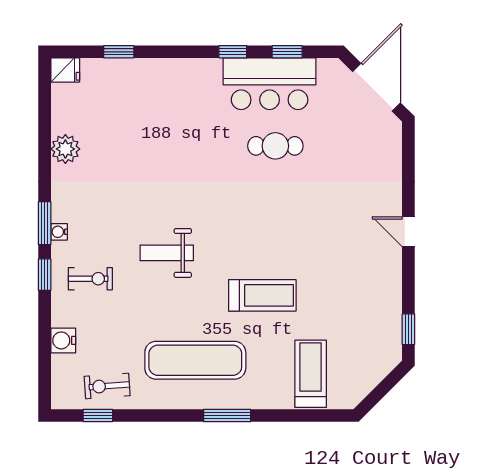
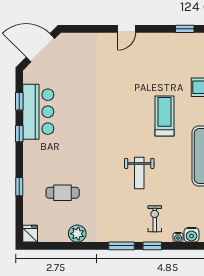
window: (119, 52) -> (19, 187), moved
cafe table: (275, 146) -> (63, 193), moved, turned 90
water cooler: (59, 232) -> (178, 237), moved

